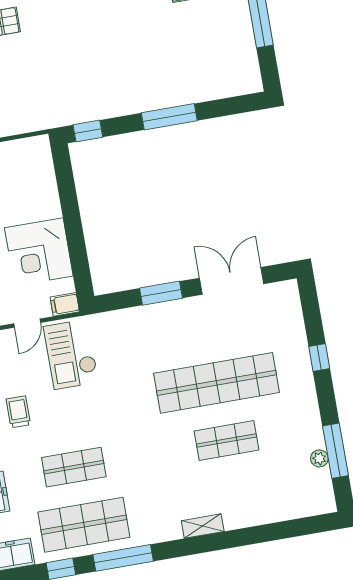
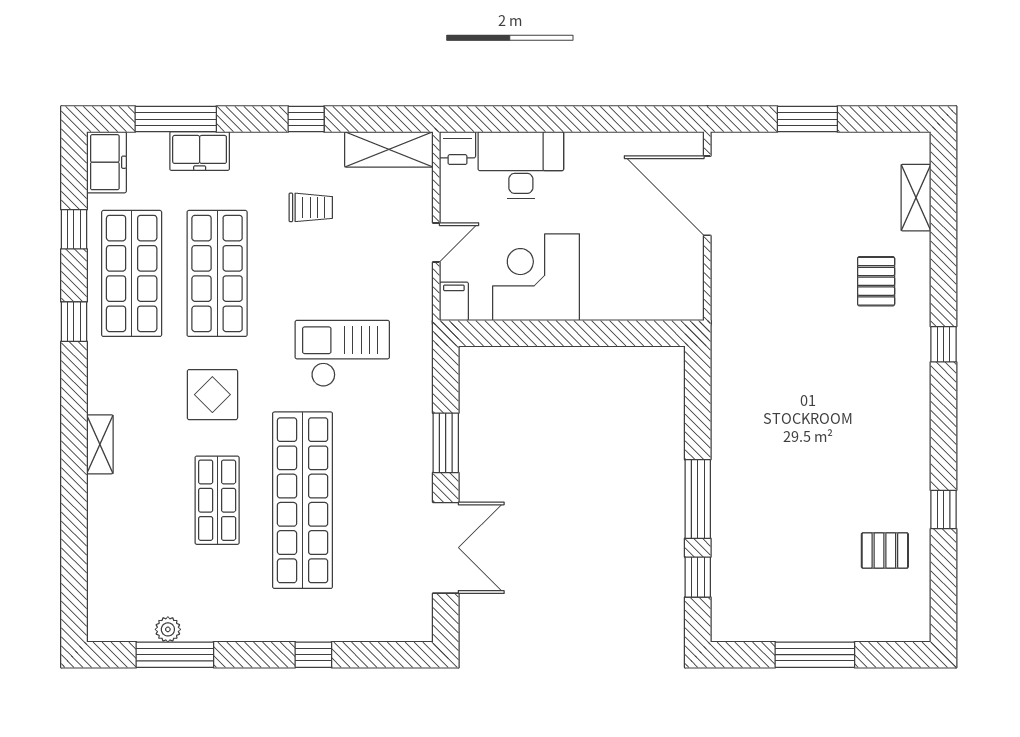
window: (88, 131) -> (698, 577), moved
door: (27, 323) -> (436, 242), swing flipped
checkout: (71, 354) -> (342, 354), moved
display table: (156, 456) -> (212, 395), added
shop shelf: (74, 467) -> (217, 273), width x1.43, depth x1.36
window: (123, 558) -> (74, 322), width x0.46

